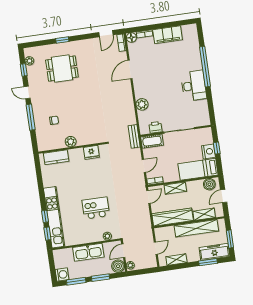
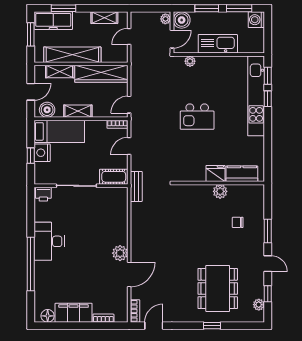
floor lamp: (131, 38) -> (48, 316), moved
dining table: (62, 69) -> (218, 288), width x1.38
plant: (142, 104) -> (120, 253), moved
window: (31, 117) -> (268, 231), width x0.69
printer: (155, 127) -> (43, 194), moved
fridge: (91, 152) -> (216, 174), moved
shelving: (175, 188) -> (78, 111), moved
kitchen island: (96, 208) -> (197, 117), moved

